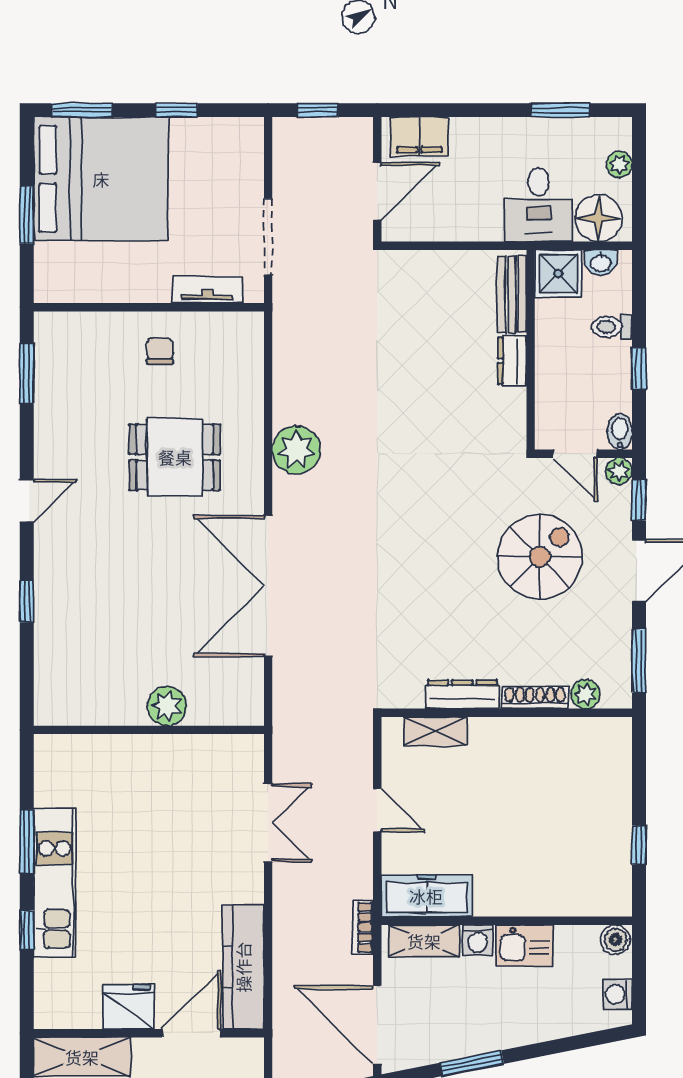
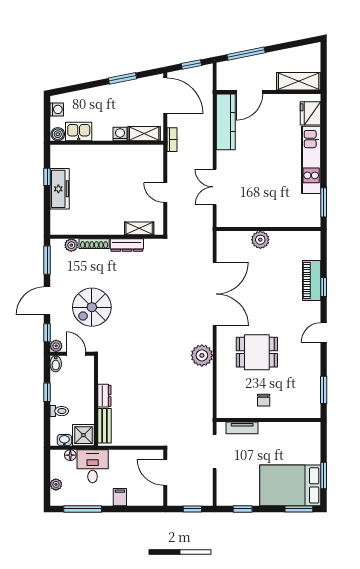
window: (176, 110) -> (243, 509), moved
window: (560, 110) -> (83, 509), width x1.44
filing cabinet: (419, 136) -> (120, 497), moved, width x0.50
bed: (101, 179) -> (290, 485), width x0.73
door: (377, 191) -> (165, 472), hinge flipped
window: (27, 215) -> (324, 476), moved
floor lamp: (599, 218) -> (70, 455), width x0.53, depth x0.53
piano: (54, 616) -> (312, 281), added
window: (27, 842) -> (324, 202), moved
freezer: (426, 896) -> (60, 189), moved, turned -90
window: (27, 930) -> (324, 138), removed
kitchen sink: (524, 946) -> (79, 132), moved
fridge: (128, 1007) -> (311, 113), moved, turned 90

